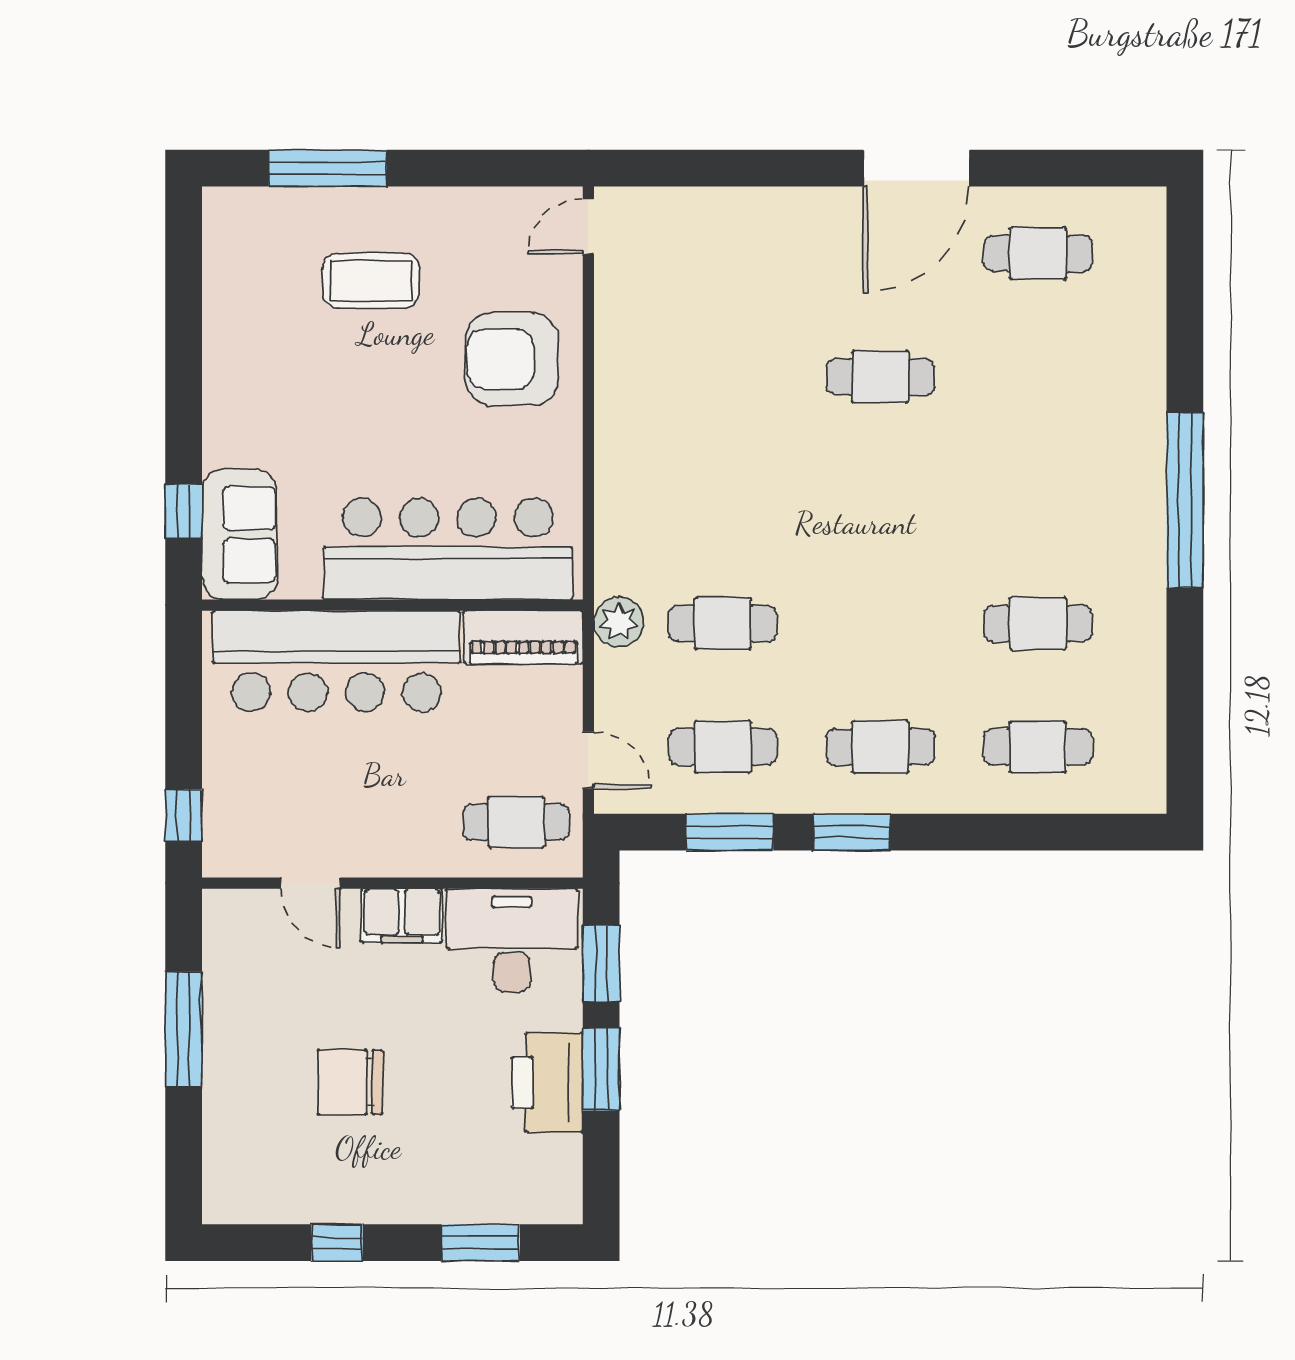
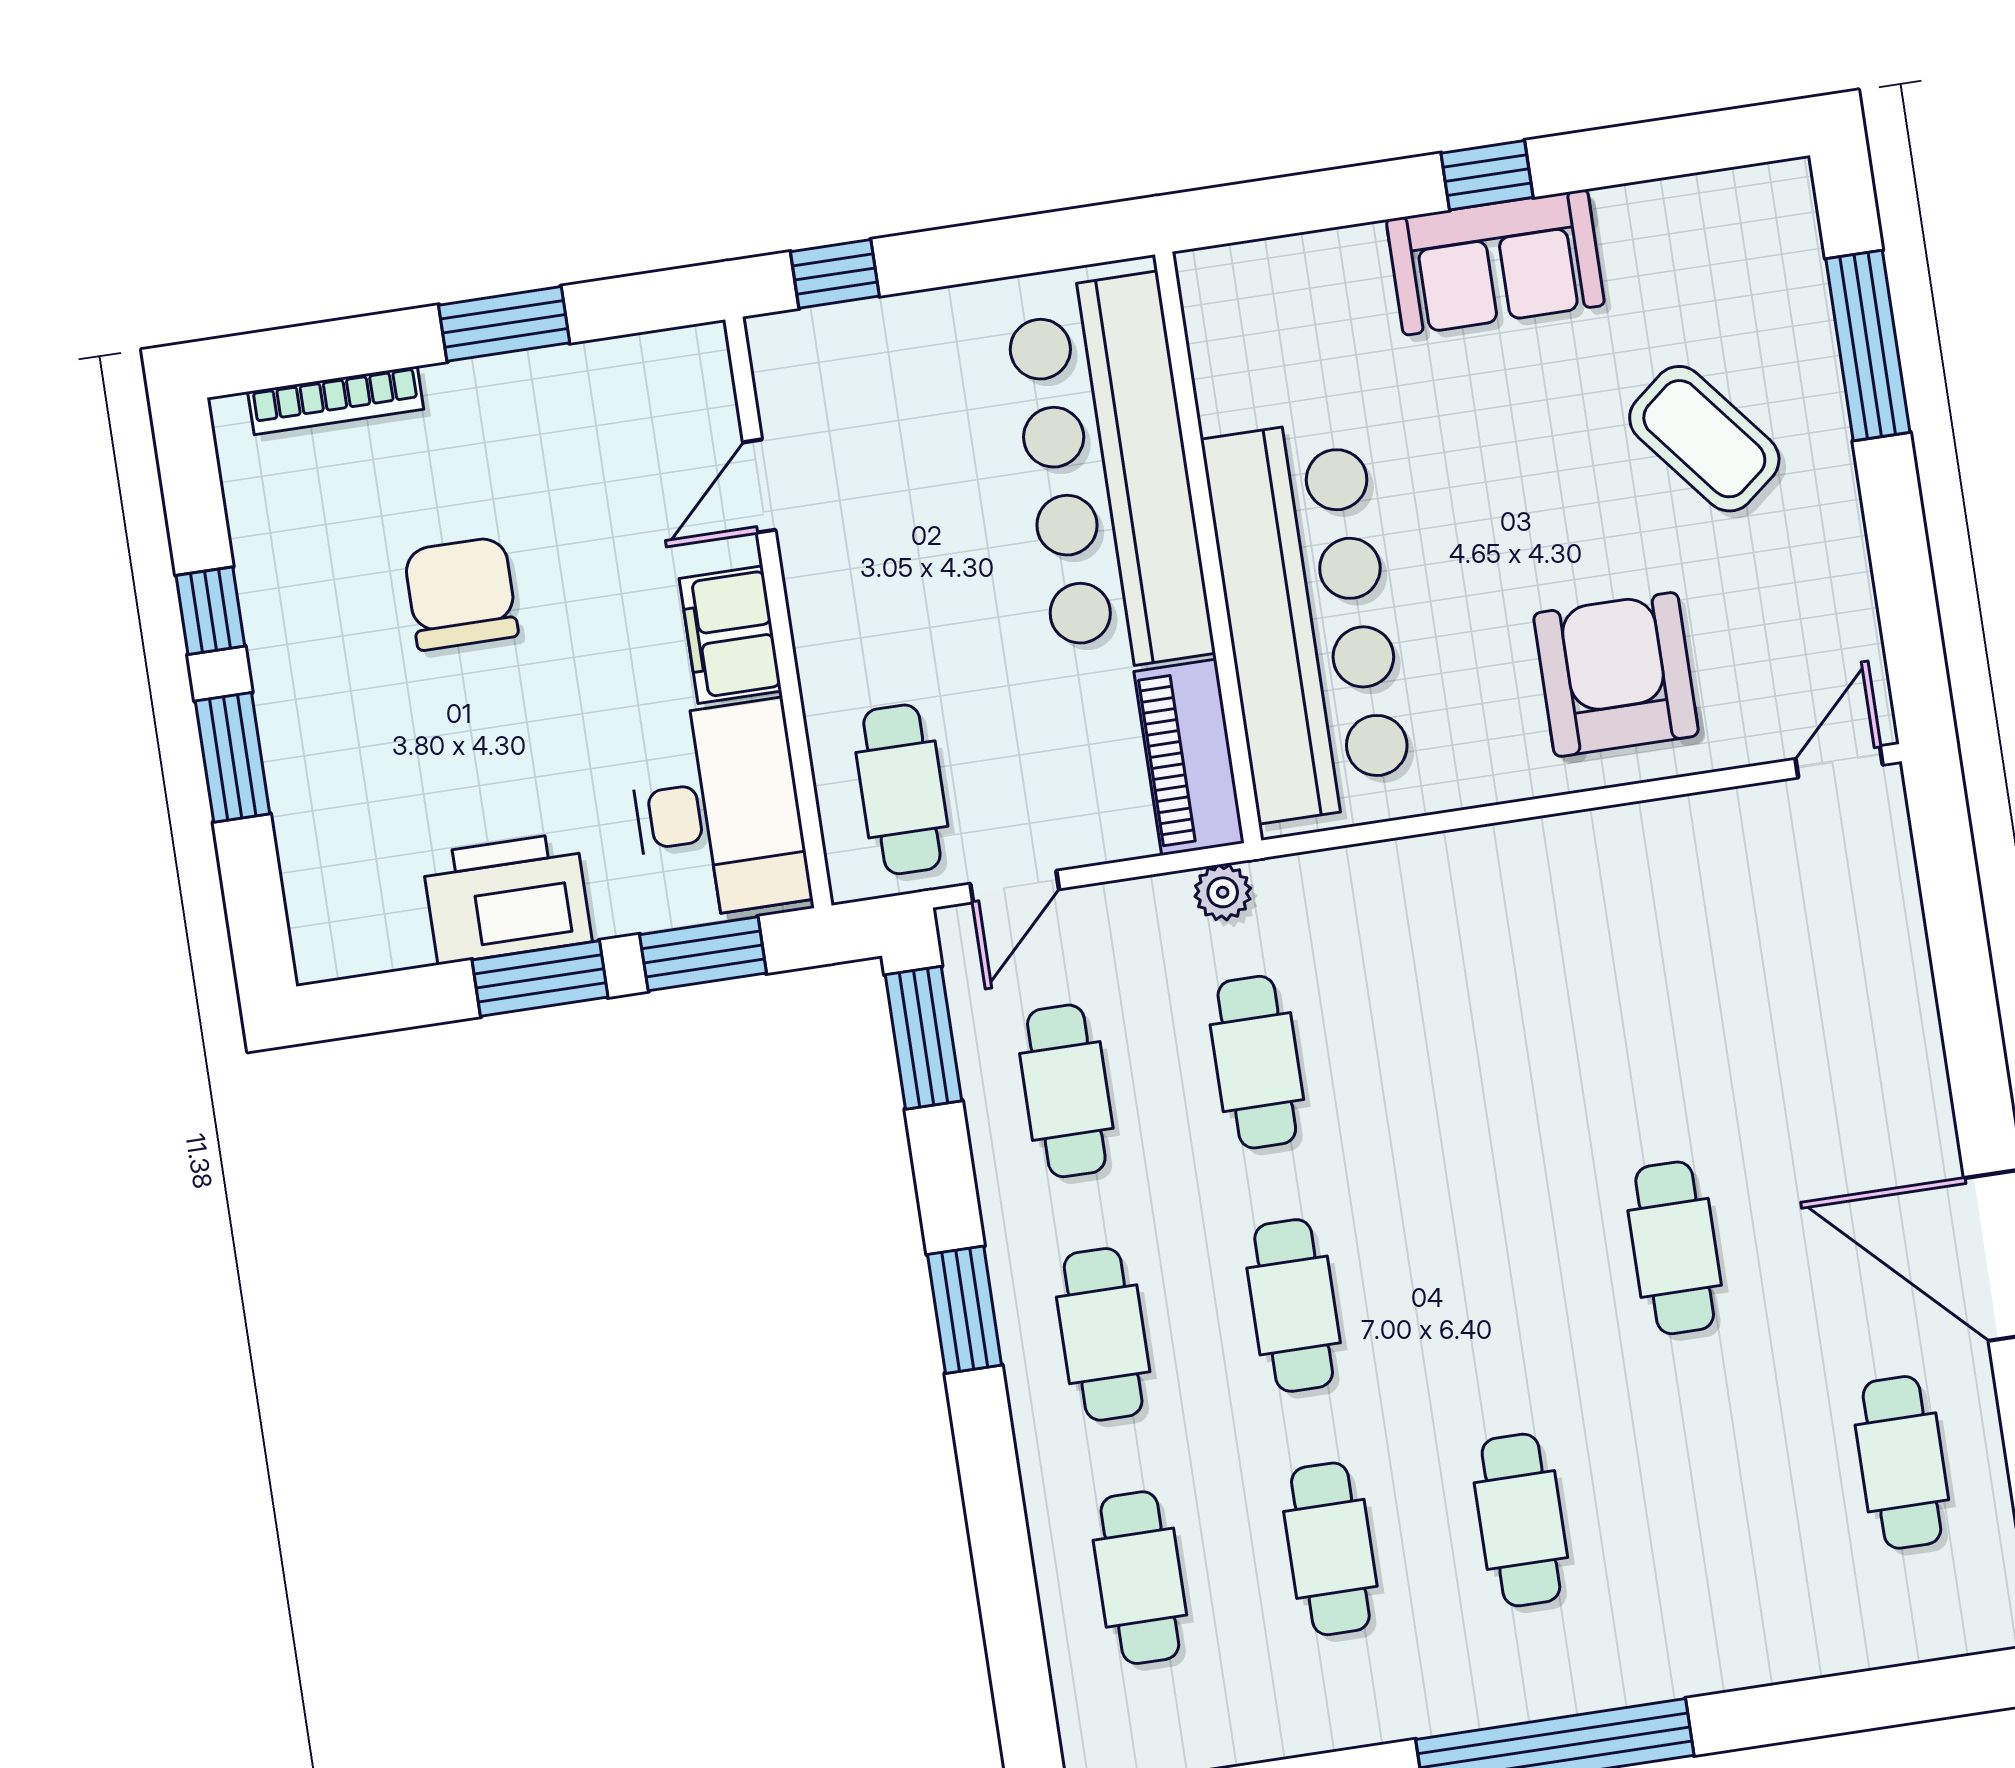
door: (588, 226) -> (1839, 762), hinge flipped
coffee table: (371, 281) -> (1704, 439), turned -39
cafe table: (1038, 500) -> (1521, 1520), added
window: (184, 511) -> (1487, 175), moved
sofa: (239, 534) -> (1495, 262), moved
plant: (619, 622) -> (1223, 892), width x0.73, depth x0.73
cafe table: (880, 624) -> (1294, 1305), added
window: (730, 832) -> (923, 1038), moved
window: (184, 1029) -> (504, 324), width x0.69
bookcase: (216, 1143) -> (336, 400), added
window: (481, 1243) -> (233, 757), moved

